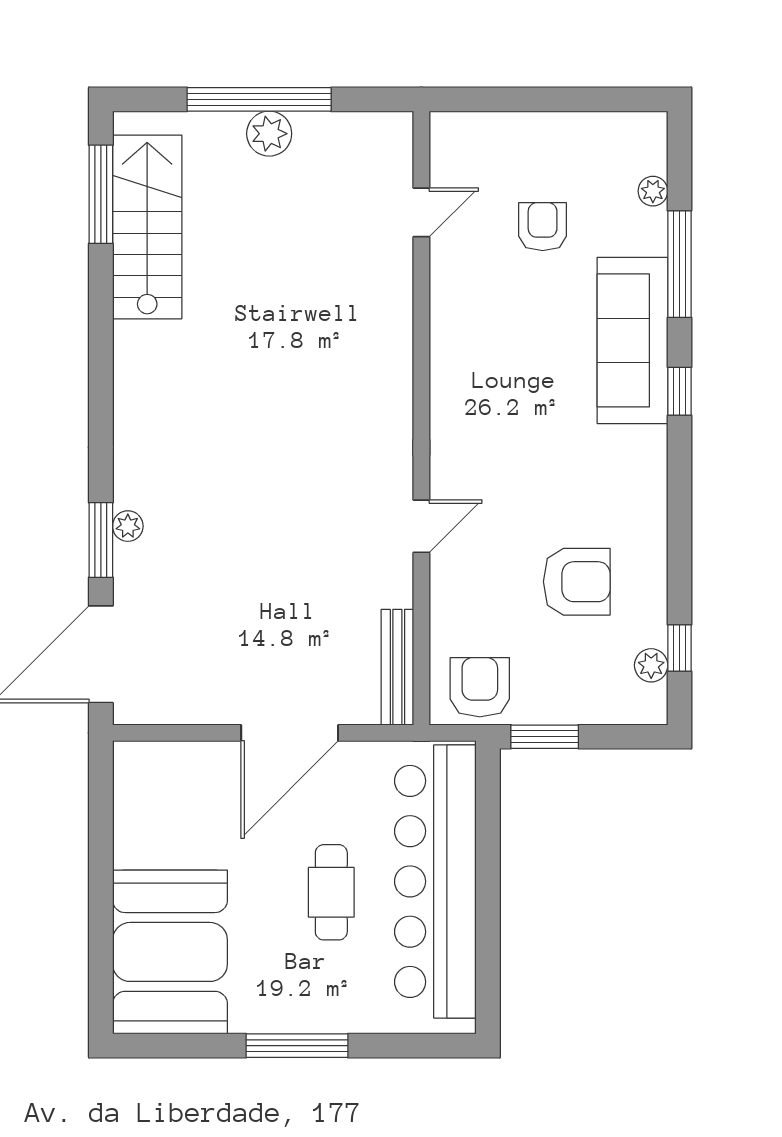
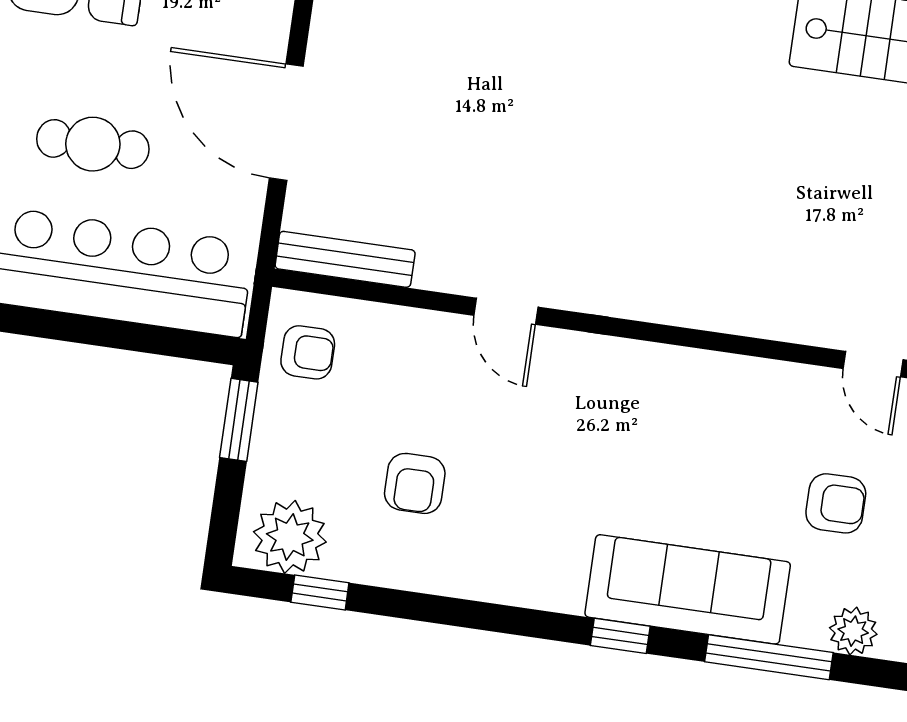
plant: (653, 191) -> (853, 631), width x1.38, depth x1.38
armchair: (577, 582) -> (415, 483), width x0.72, depth x0.72
plant: (651, 665) -> (290, 537), width x1.87, depth x1.87
armchair: (480, 687) -> (308, 352), width x0.72, depth x0.72

